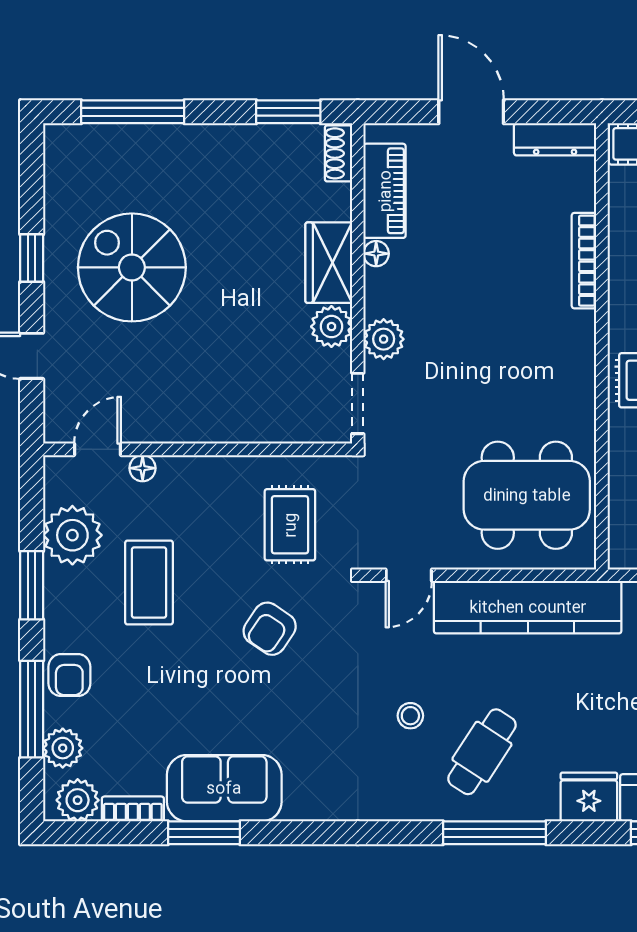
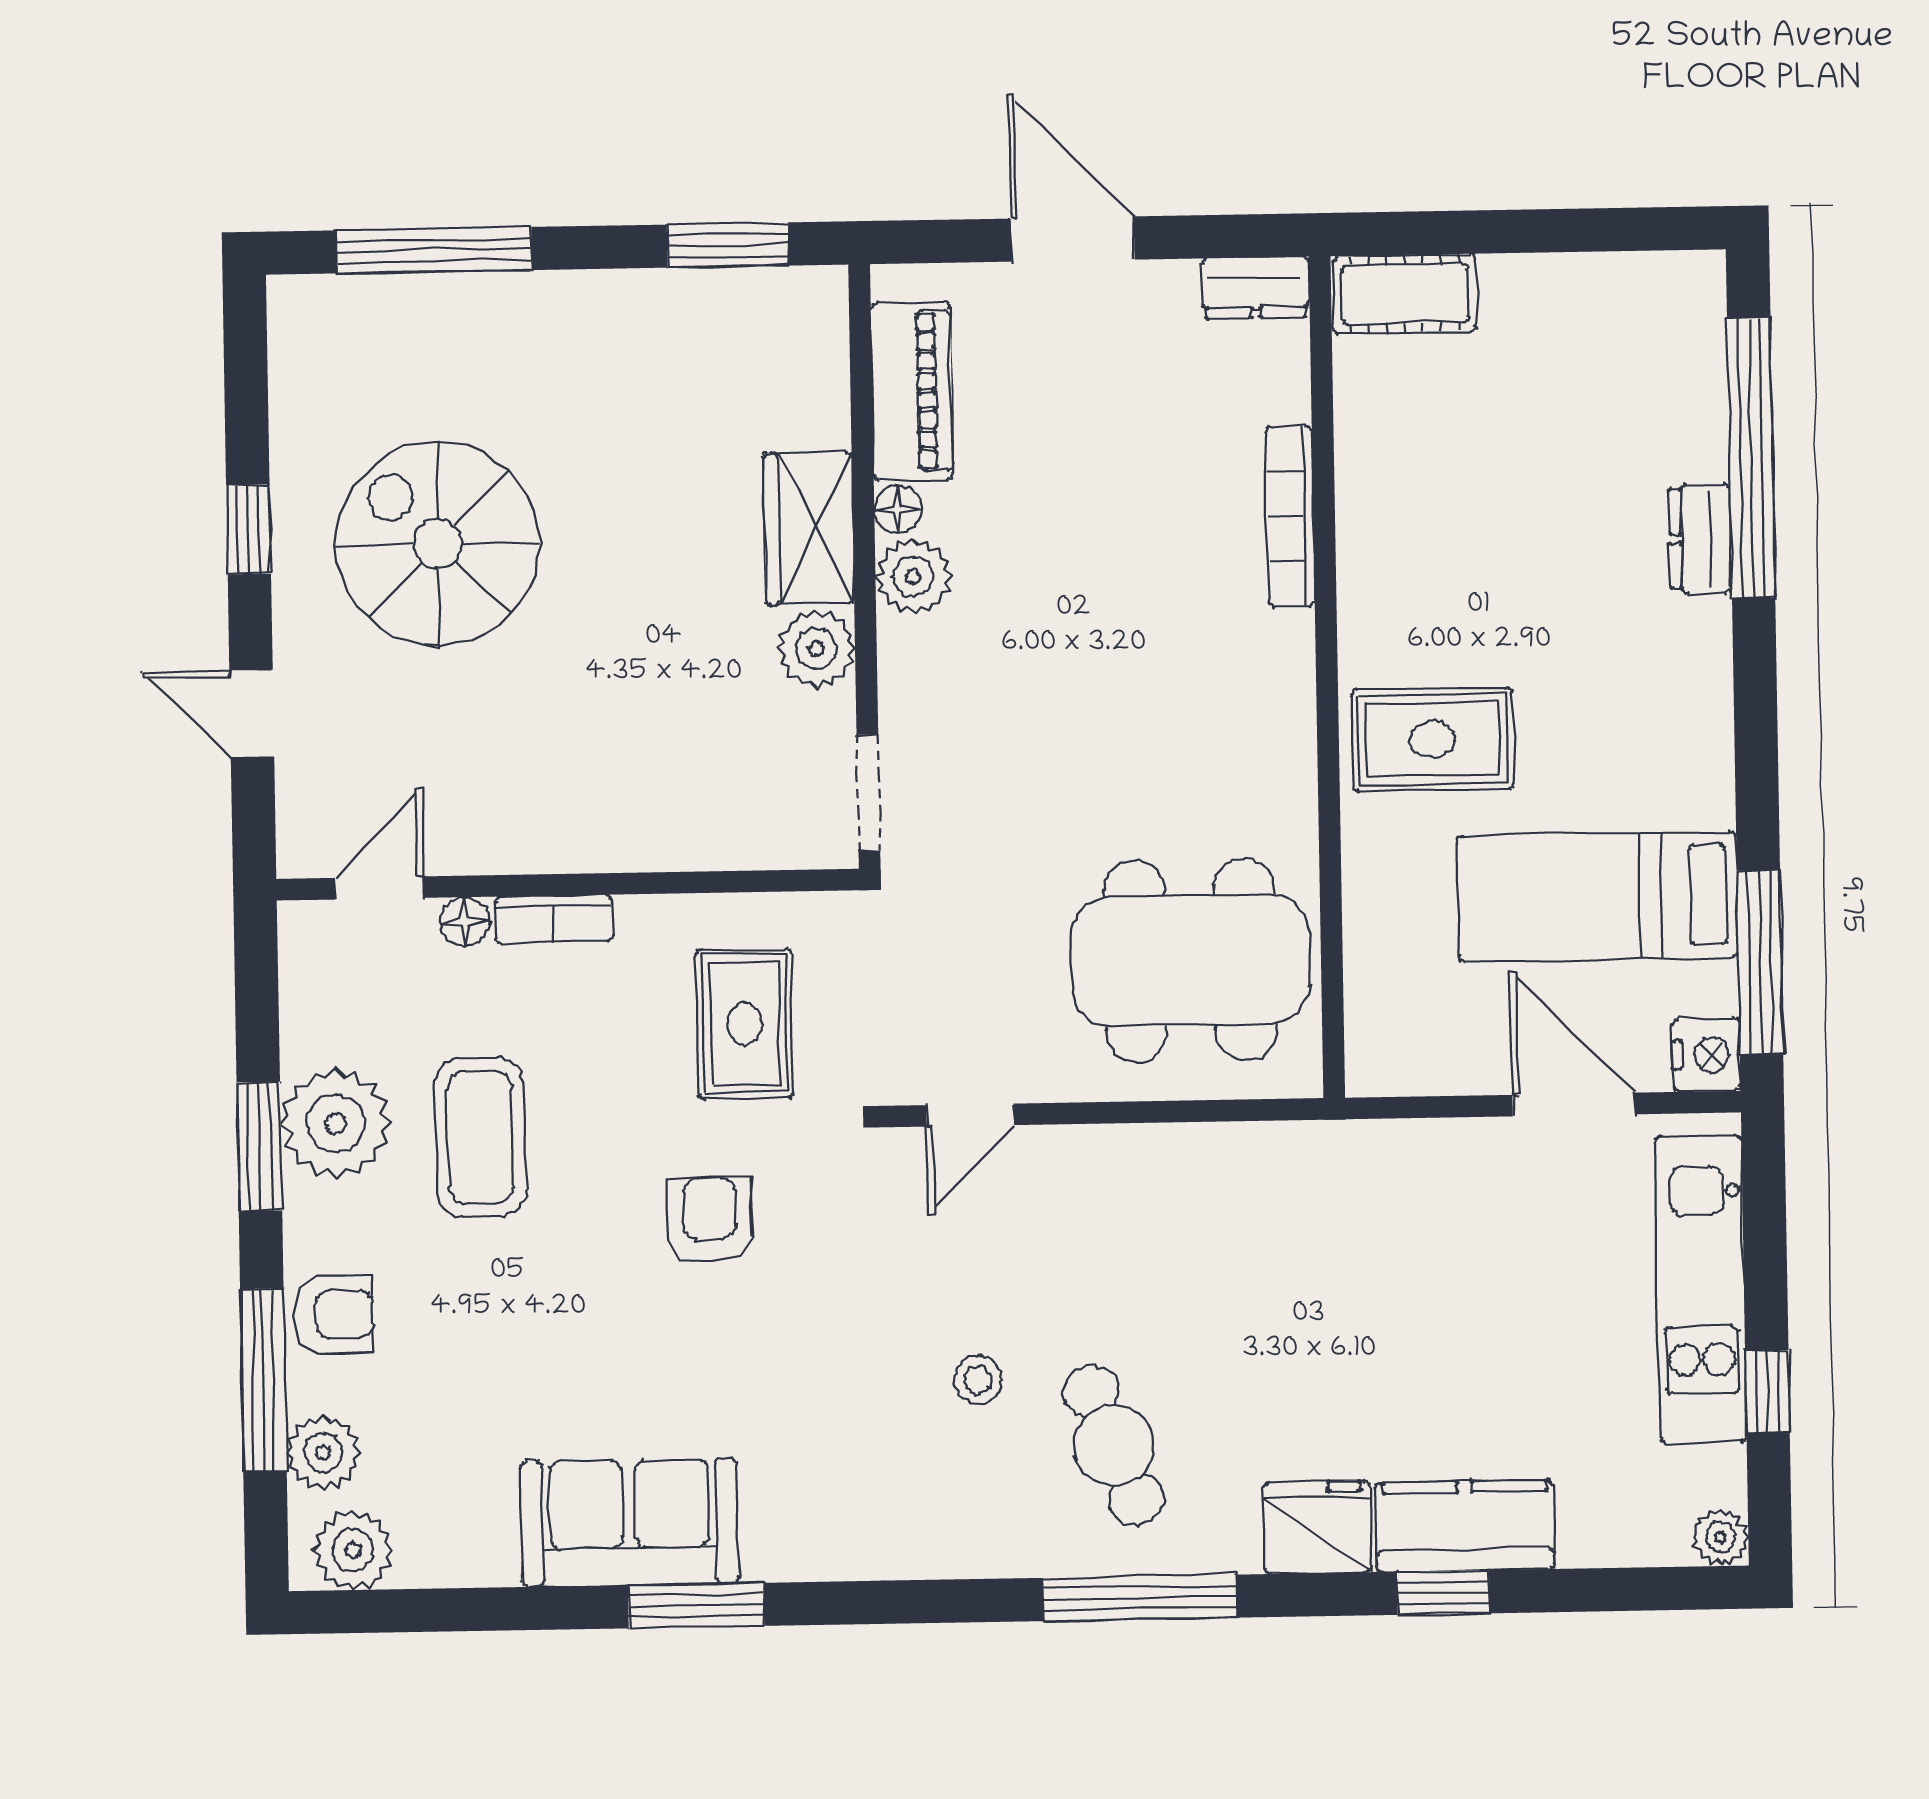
dresser: (555, 139) -> (1255, 288), width x0.70
shoe rack: (338, 153) -> (824, 322), removed
plant: (384, 339) -> (913, 577), moved
plant: (72, 535) -> (336, 1124), moved
kitchen counter: (528, 607) -> (1195, 1171), removed
armchair: (270, 629) -> (710, 1220), turned 146
armchair: (69, 675) -> (333, 1314), turned -90
cafe table: (482, 752) -> (1114, 1445), turned -55
bookcase: (133, 809) -> (554, 919), moved, turned 180
window: (204, 833) -> (696, 1606), moved

